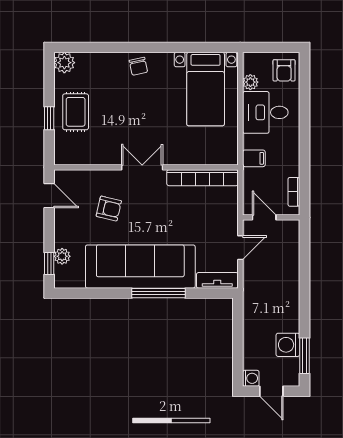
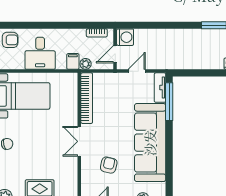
plant: (250, 82) -> (86, 64), moved
door: (240, 248) -> (137, 71), hinge flipped
window: (158, 293) -> (169, 102), moved
washing machine: (288, 345) -> (125, 37), moved, turned -90

